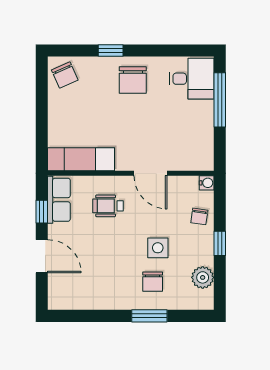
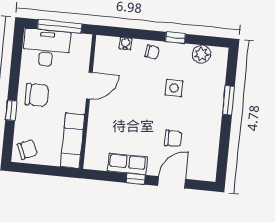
desk: (192, 79) -> (46, 48), width x1.37
exam couch: (81, 159) -> (72, 141), moved
wall: (131, 173) -> (88, 102), moved
door: (150, 173) -> (89, 86), moved
wheelchair: (108, 206) -> (136, 125), removed
chair: (153, 282) -> (173, 138), moved

